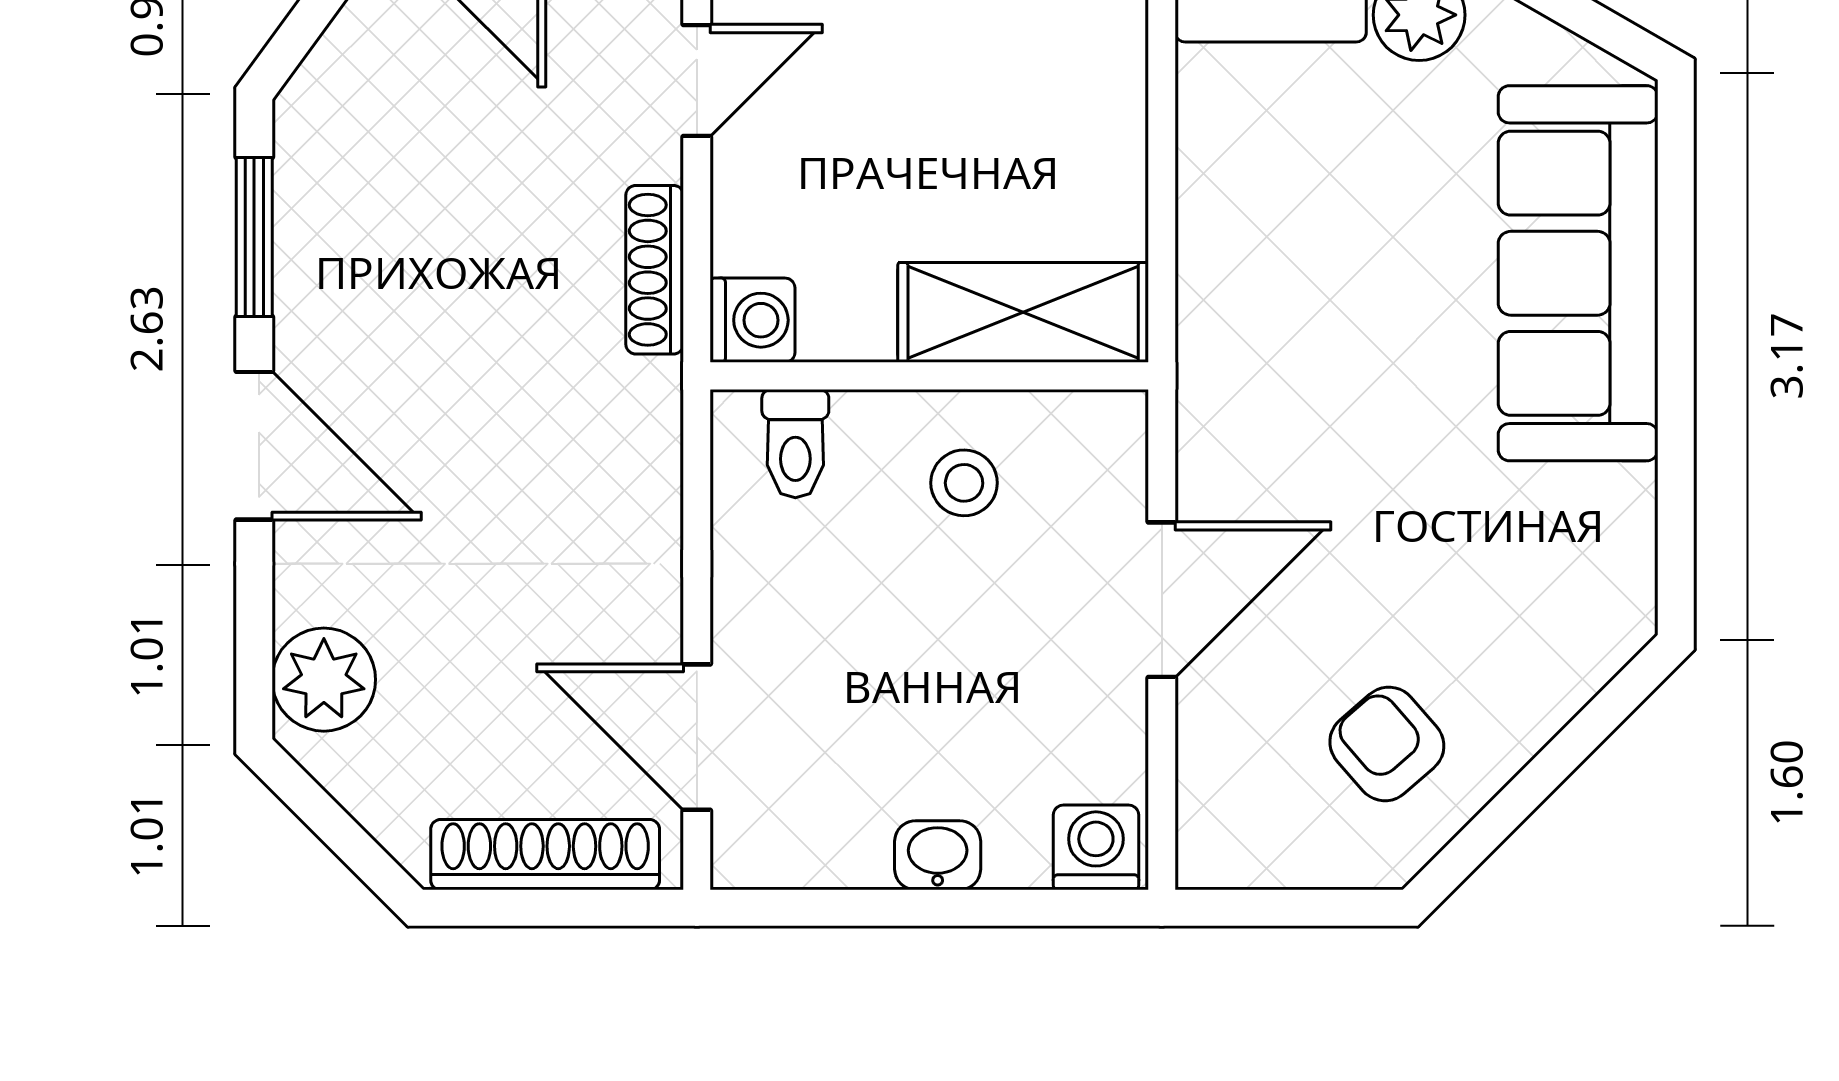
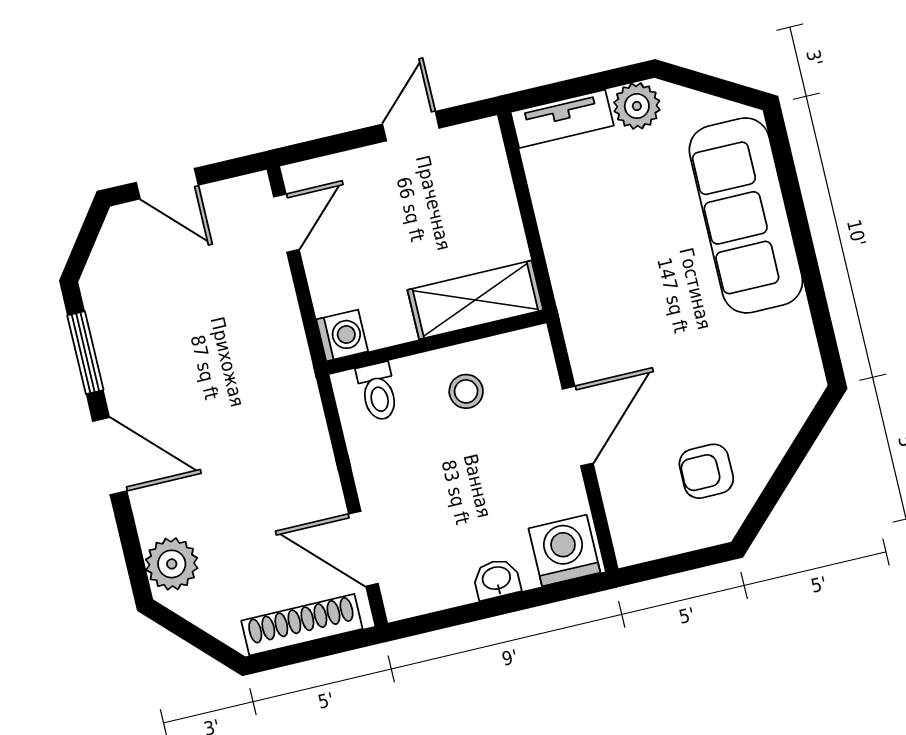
shoe rack: (655, 270) -> (288, 322), removed
armchair: (1387, 744) -> (706, 471), turned -49
washing machine: (1096, 847) -> (564, 551), width x1.38, depth x1.38

